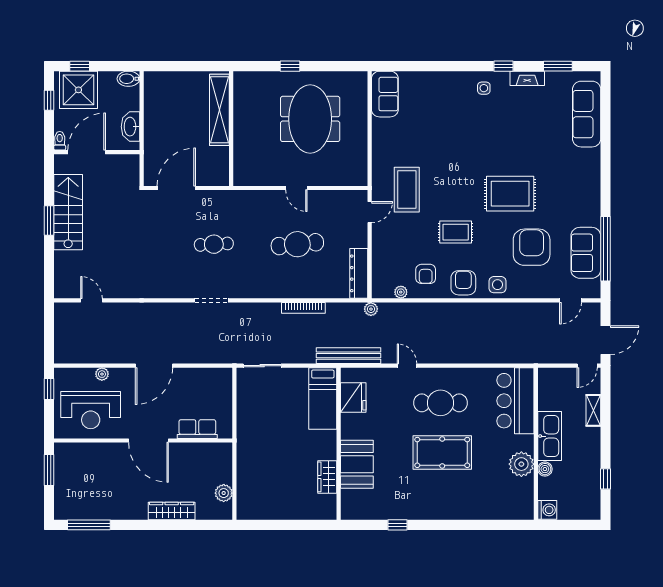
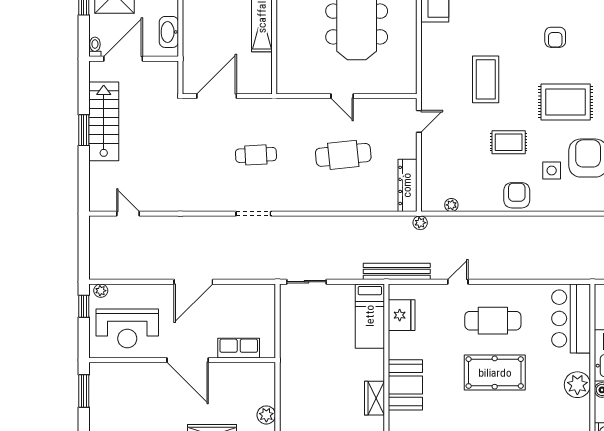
coffee table: (407, 190) -> (486, 79), moved
armchair: (426, 274) -> (555, 37), moved
side table: (498, 285) -> (552, 171), moved
bookcase: (303, 308) -> (350, 221), removed
door: (407, 366) -> (458, 282), hinge flipped
plant: (102, 374) -> (101, 291), moved

